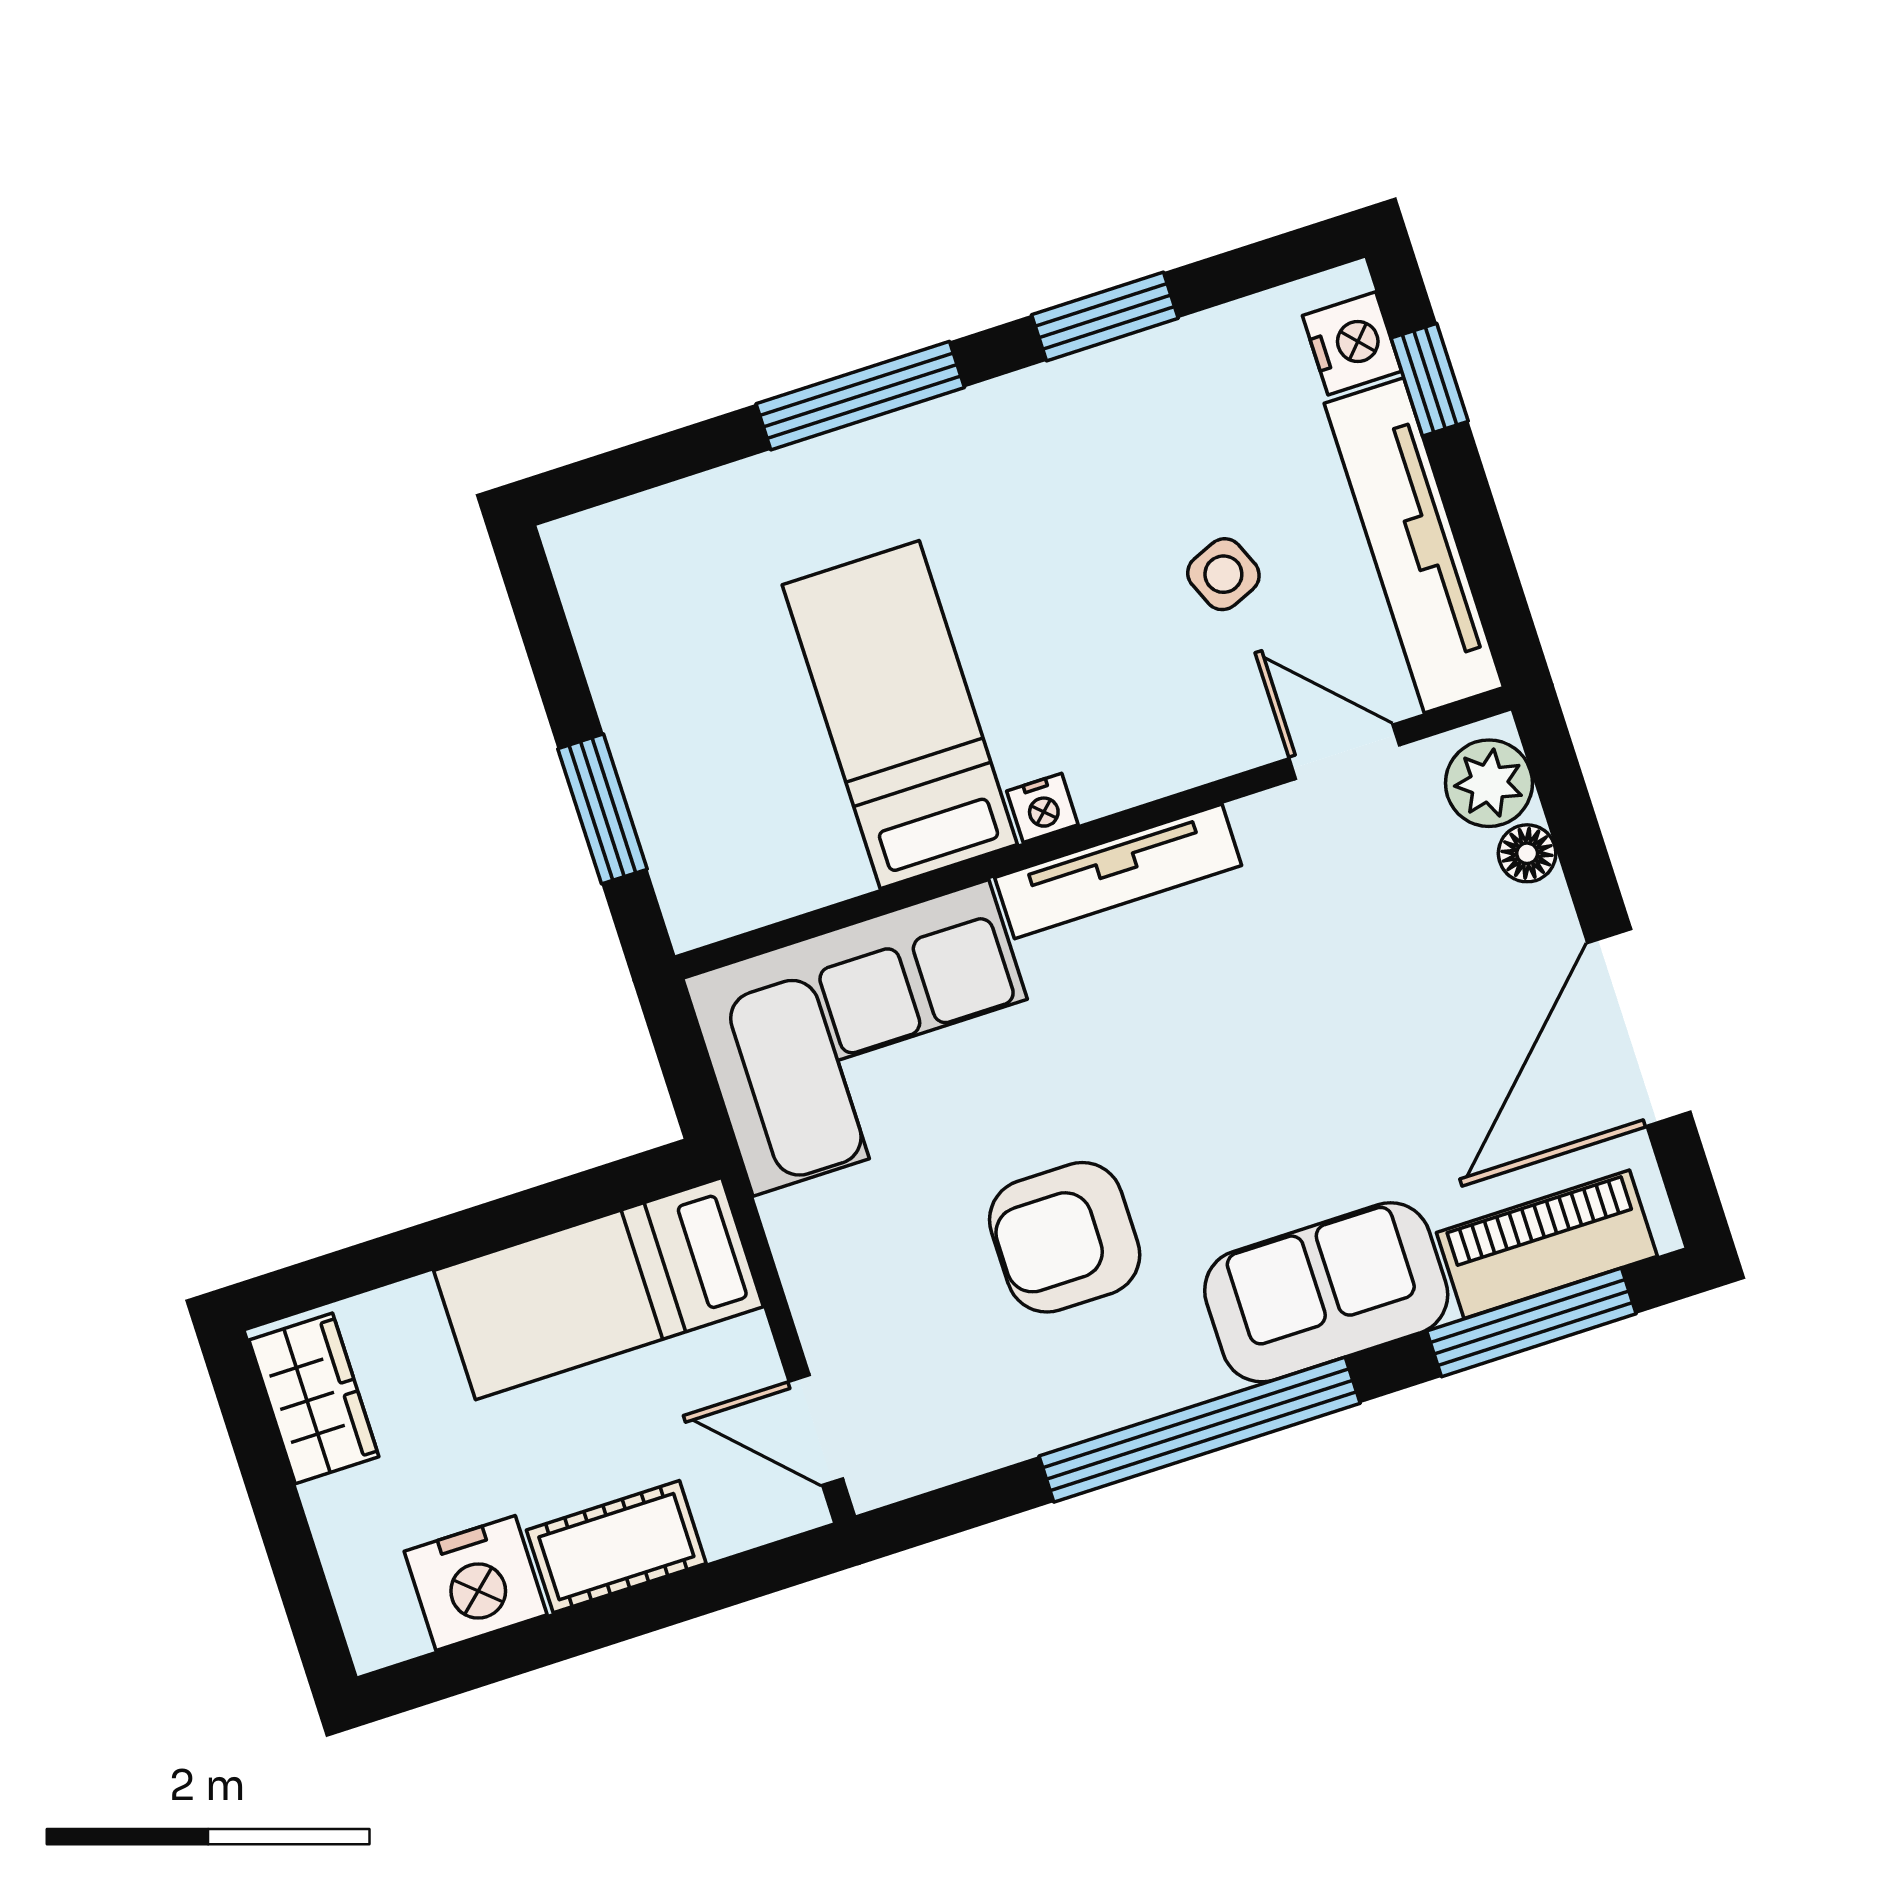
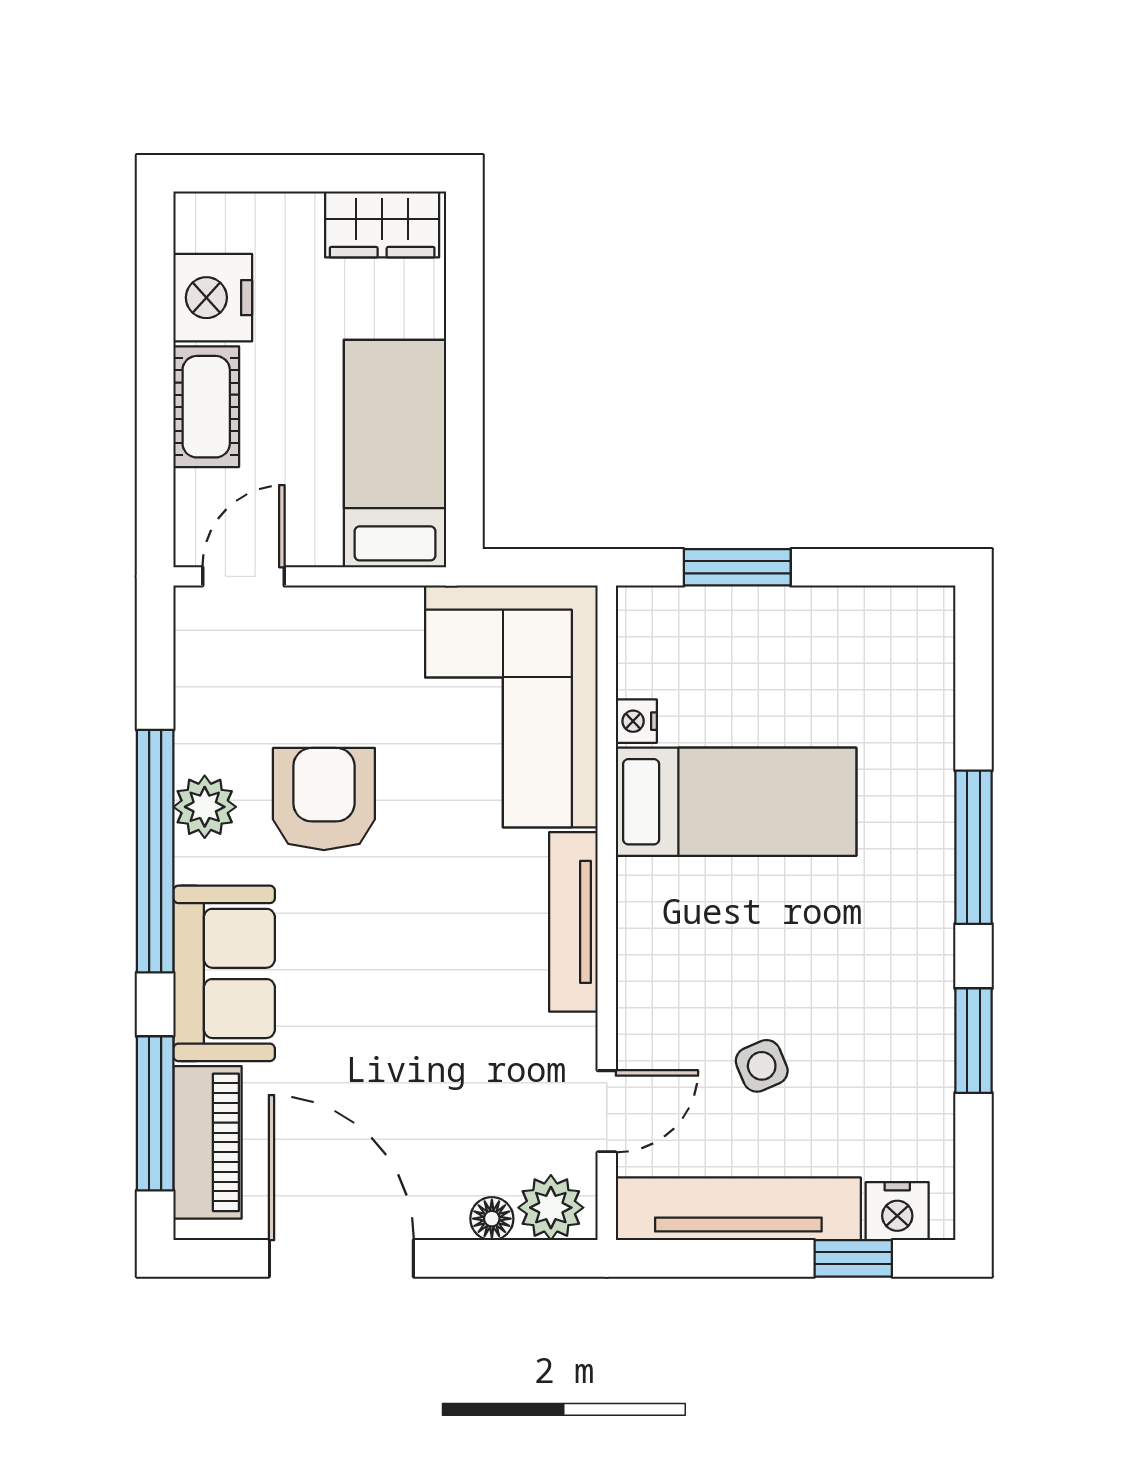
nightstand: (1042, 808) -> (636, 721), moved
plant: (1123, 1385) -> (205, 807), added

